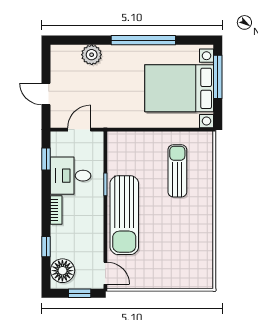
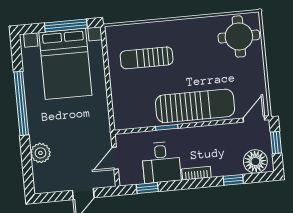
window: (218, 77) -> (66, 25), moved
door: (79, 130) -> (115, 158), hinge flipped
round table: (190, 266) -> (239, 36), added

